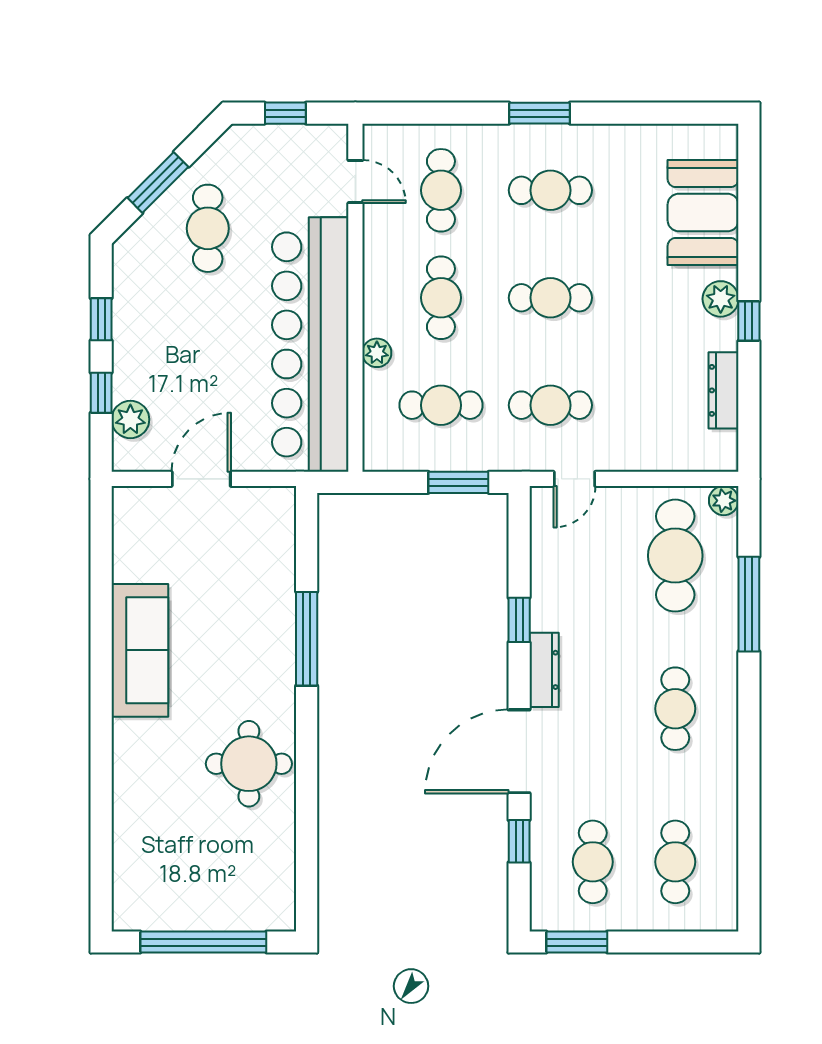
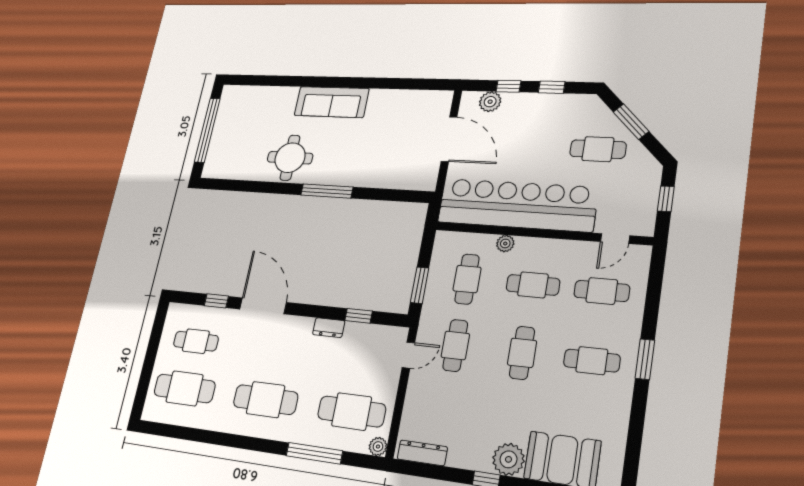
cafe table: (550, 190) -> (592, 361), turned 90
plant: (721, 299) -> (508, 459), width x1.36, depth x1.36
dresser: (723, 390) -> (422, 453), moved
door: (201, 479) -> (449, 139), width x1.36
door: (574, 479) -> (408, 355), swing flipped
window: (519, 620) -> (359, 316), moved
window: (307, 639) -> (327, 191), moved
sofa: (140, 650) -> (331, 102), moved
dresser: (544, 670) -> (329, 328), moved, width x0.70
cafe table: (675, 709) -> (266, 400), width x1.37, depth x1.35
cafe table: (675, 862) -> (185, 388), width x1.37, depth x1.35
window: (577, 942) -> (158, 327), removed

